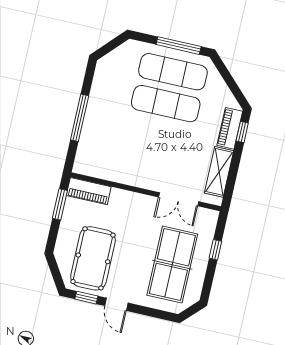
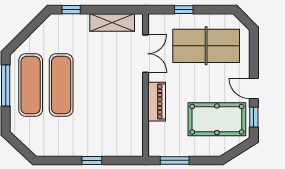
window: (80, 118) -> (92, 160), width x0.46
piano: (230, 128) -> (70, 22), removed
piano: (89, 191) -> (157, 102), moved
door: (116, 304) -> (254, 88), swing flipped

